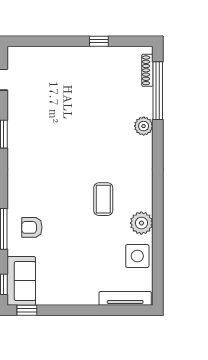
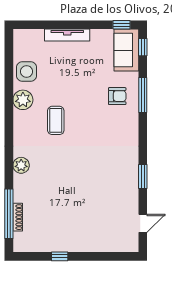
shoe rack: (147, 70) -> (18, 217), moved
plant: (144, 126) -> (21, 165), moved
tv unit: (125, 298) -> (67, 35), moved

